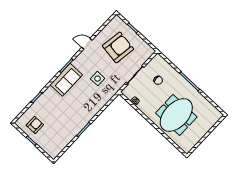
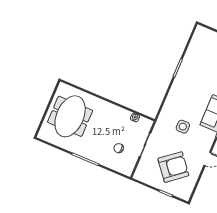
armchair: (118, 47) -> (173, 167), turned -137
meeting table: (176, 115) -> (70, 116), moved

